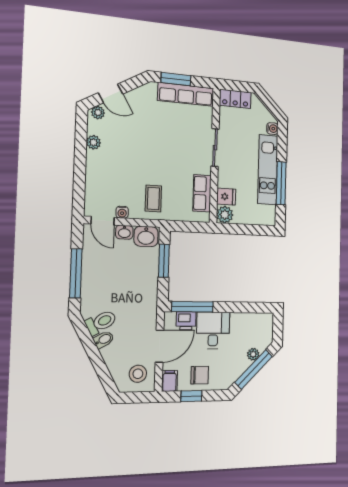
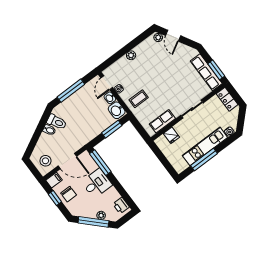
window: (176, 79) -> (216, 70), moved
plant: (94, 142) -> (131, 55), moved
plant: (225, 215) -> (161, 142), removed
printer: (186, 321) -> (121, 205), moved

